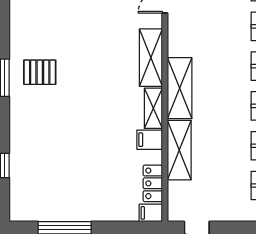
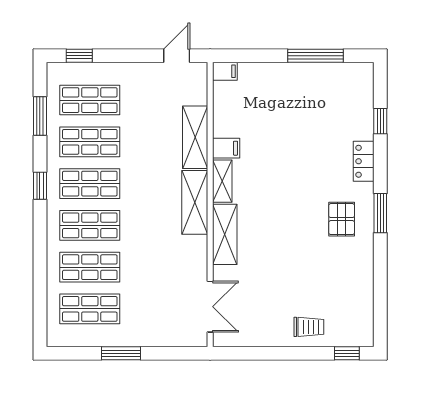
pallet: (40, 72) -> (342, 219), turned 90
locker: (153, 183) -> (364, 161), moved, turned 180

